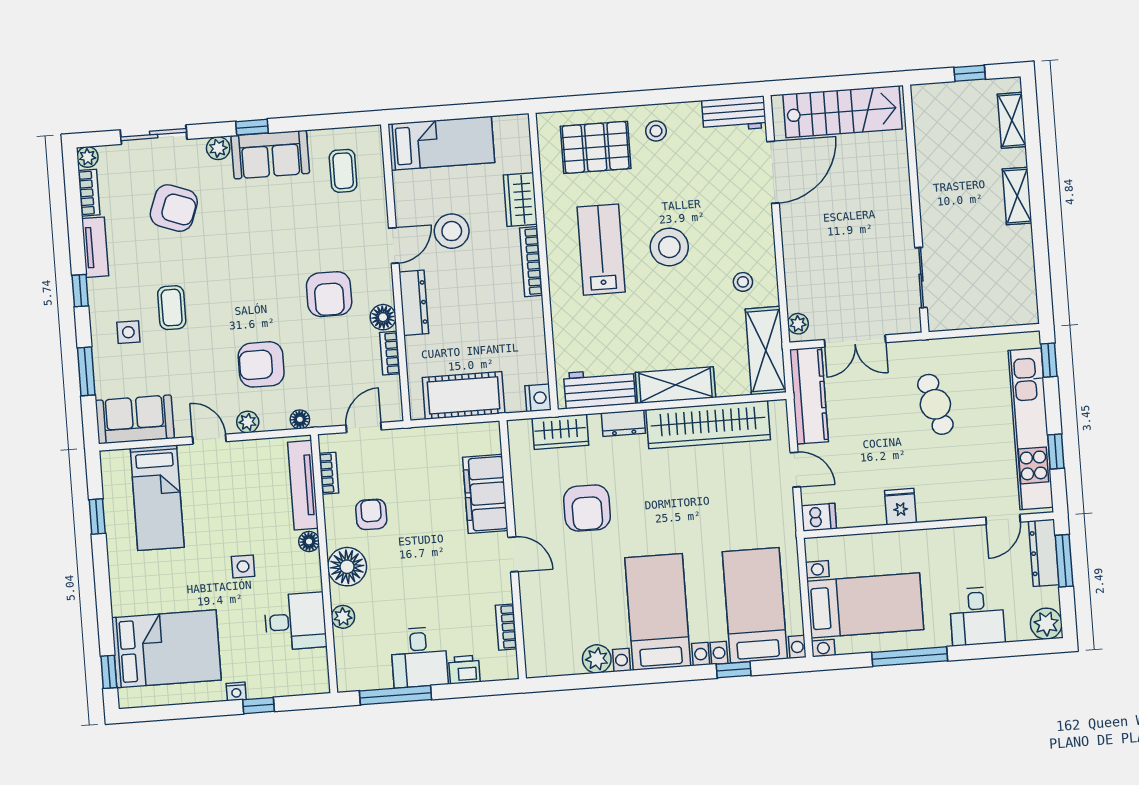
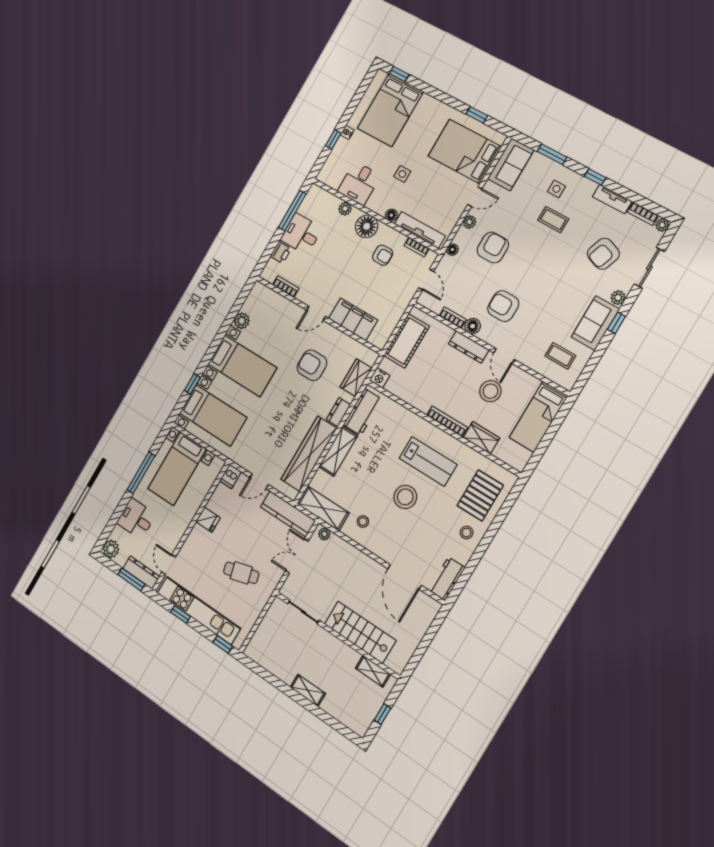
stairs: (842, 112) -> (360, 632), moved, turned 90
shelving: (1012, 120) -> (373, 671), moved
bed: (157, 498) -> (465, 151), width x1.50

